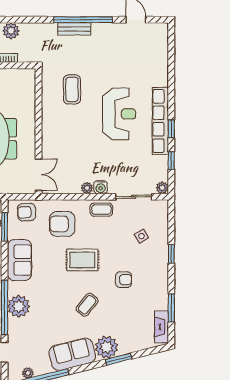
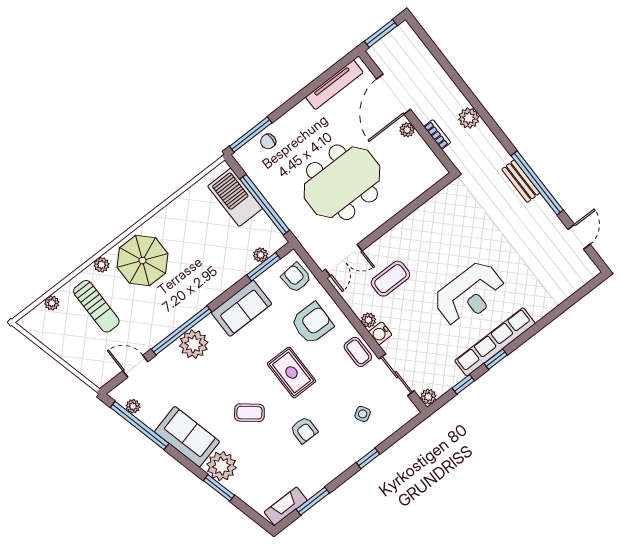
coffee table: (72, 89) -> (390, 279), moved
armchair: (62, 224) -> (312, 323), turned 91

